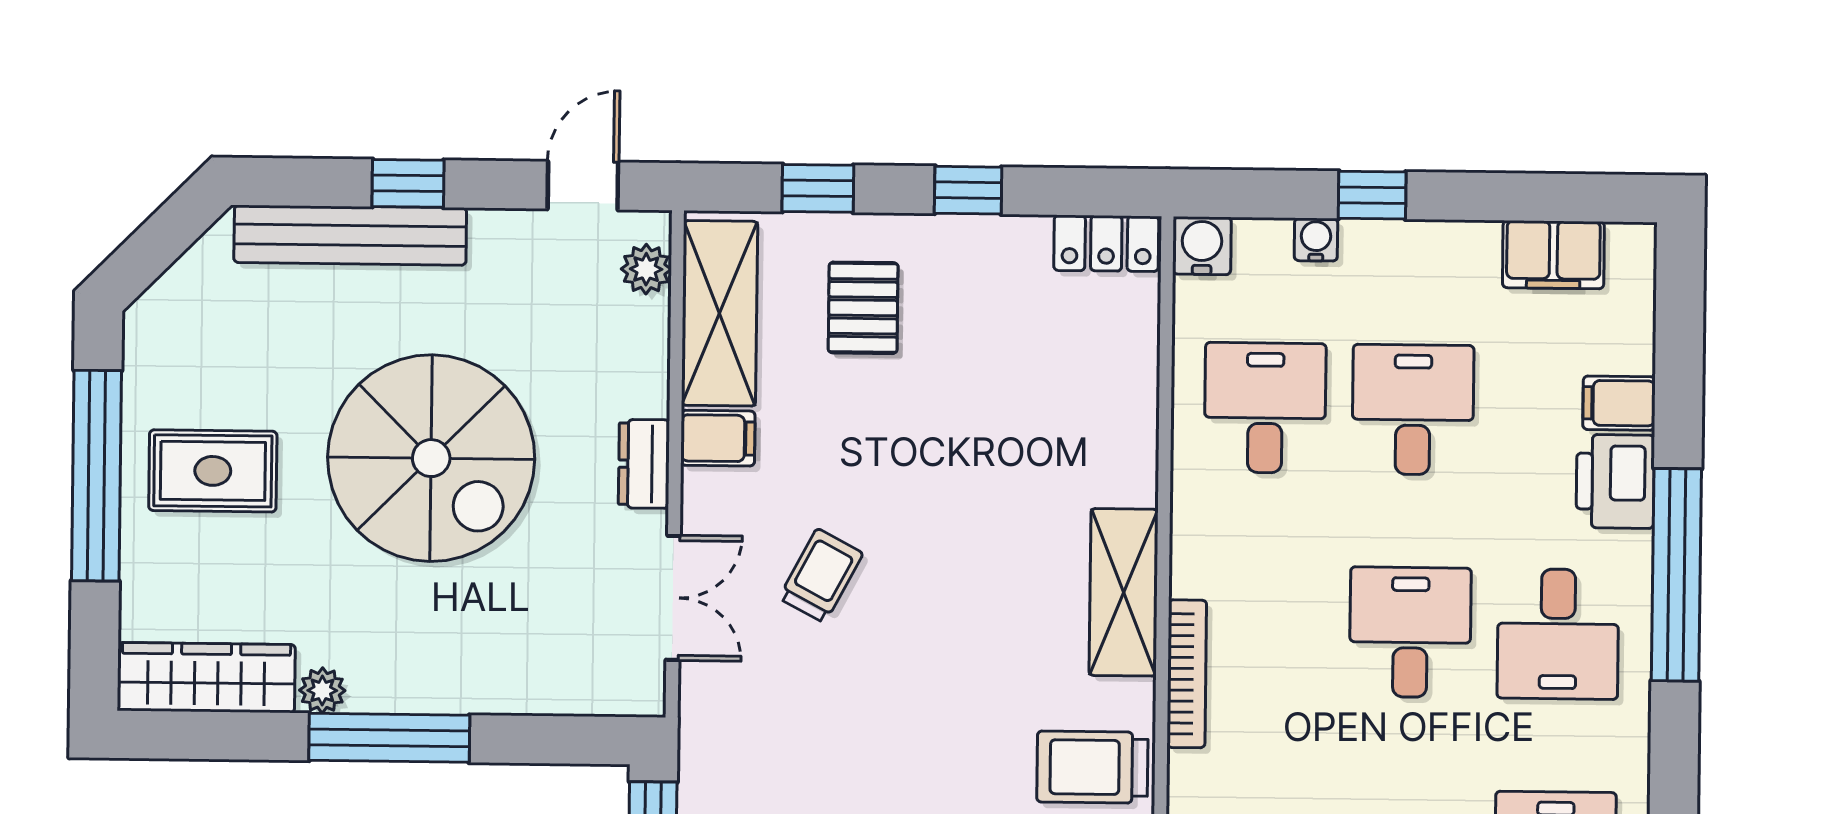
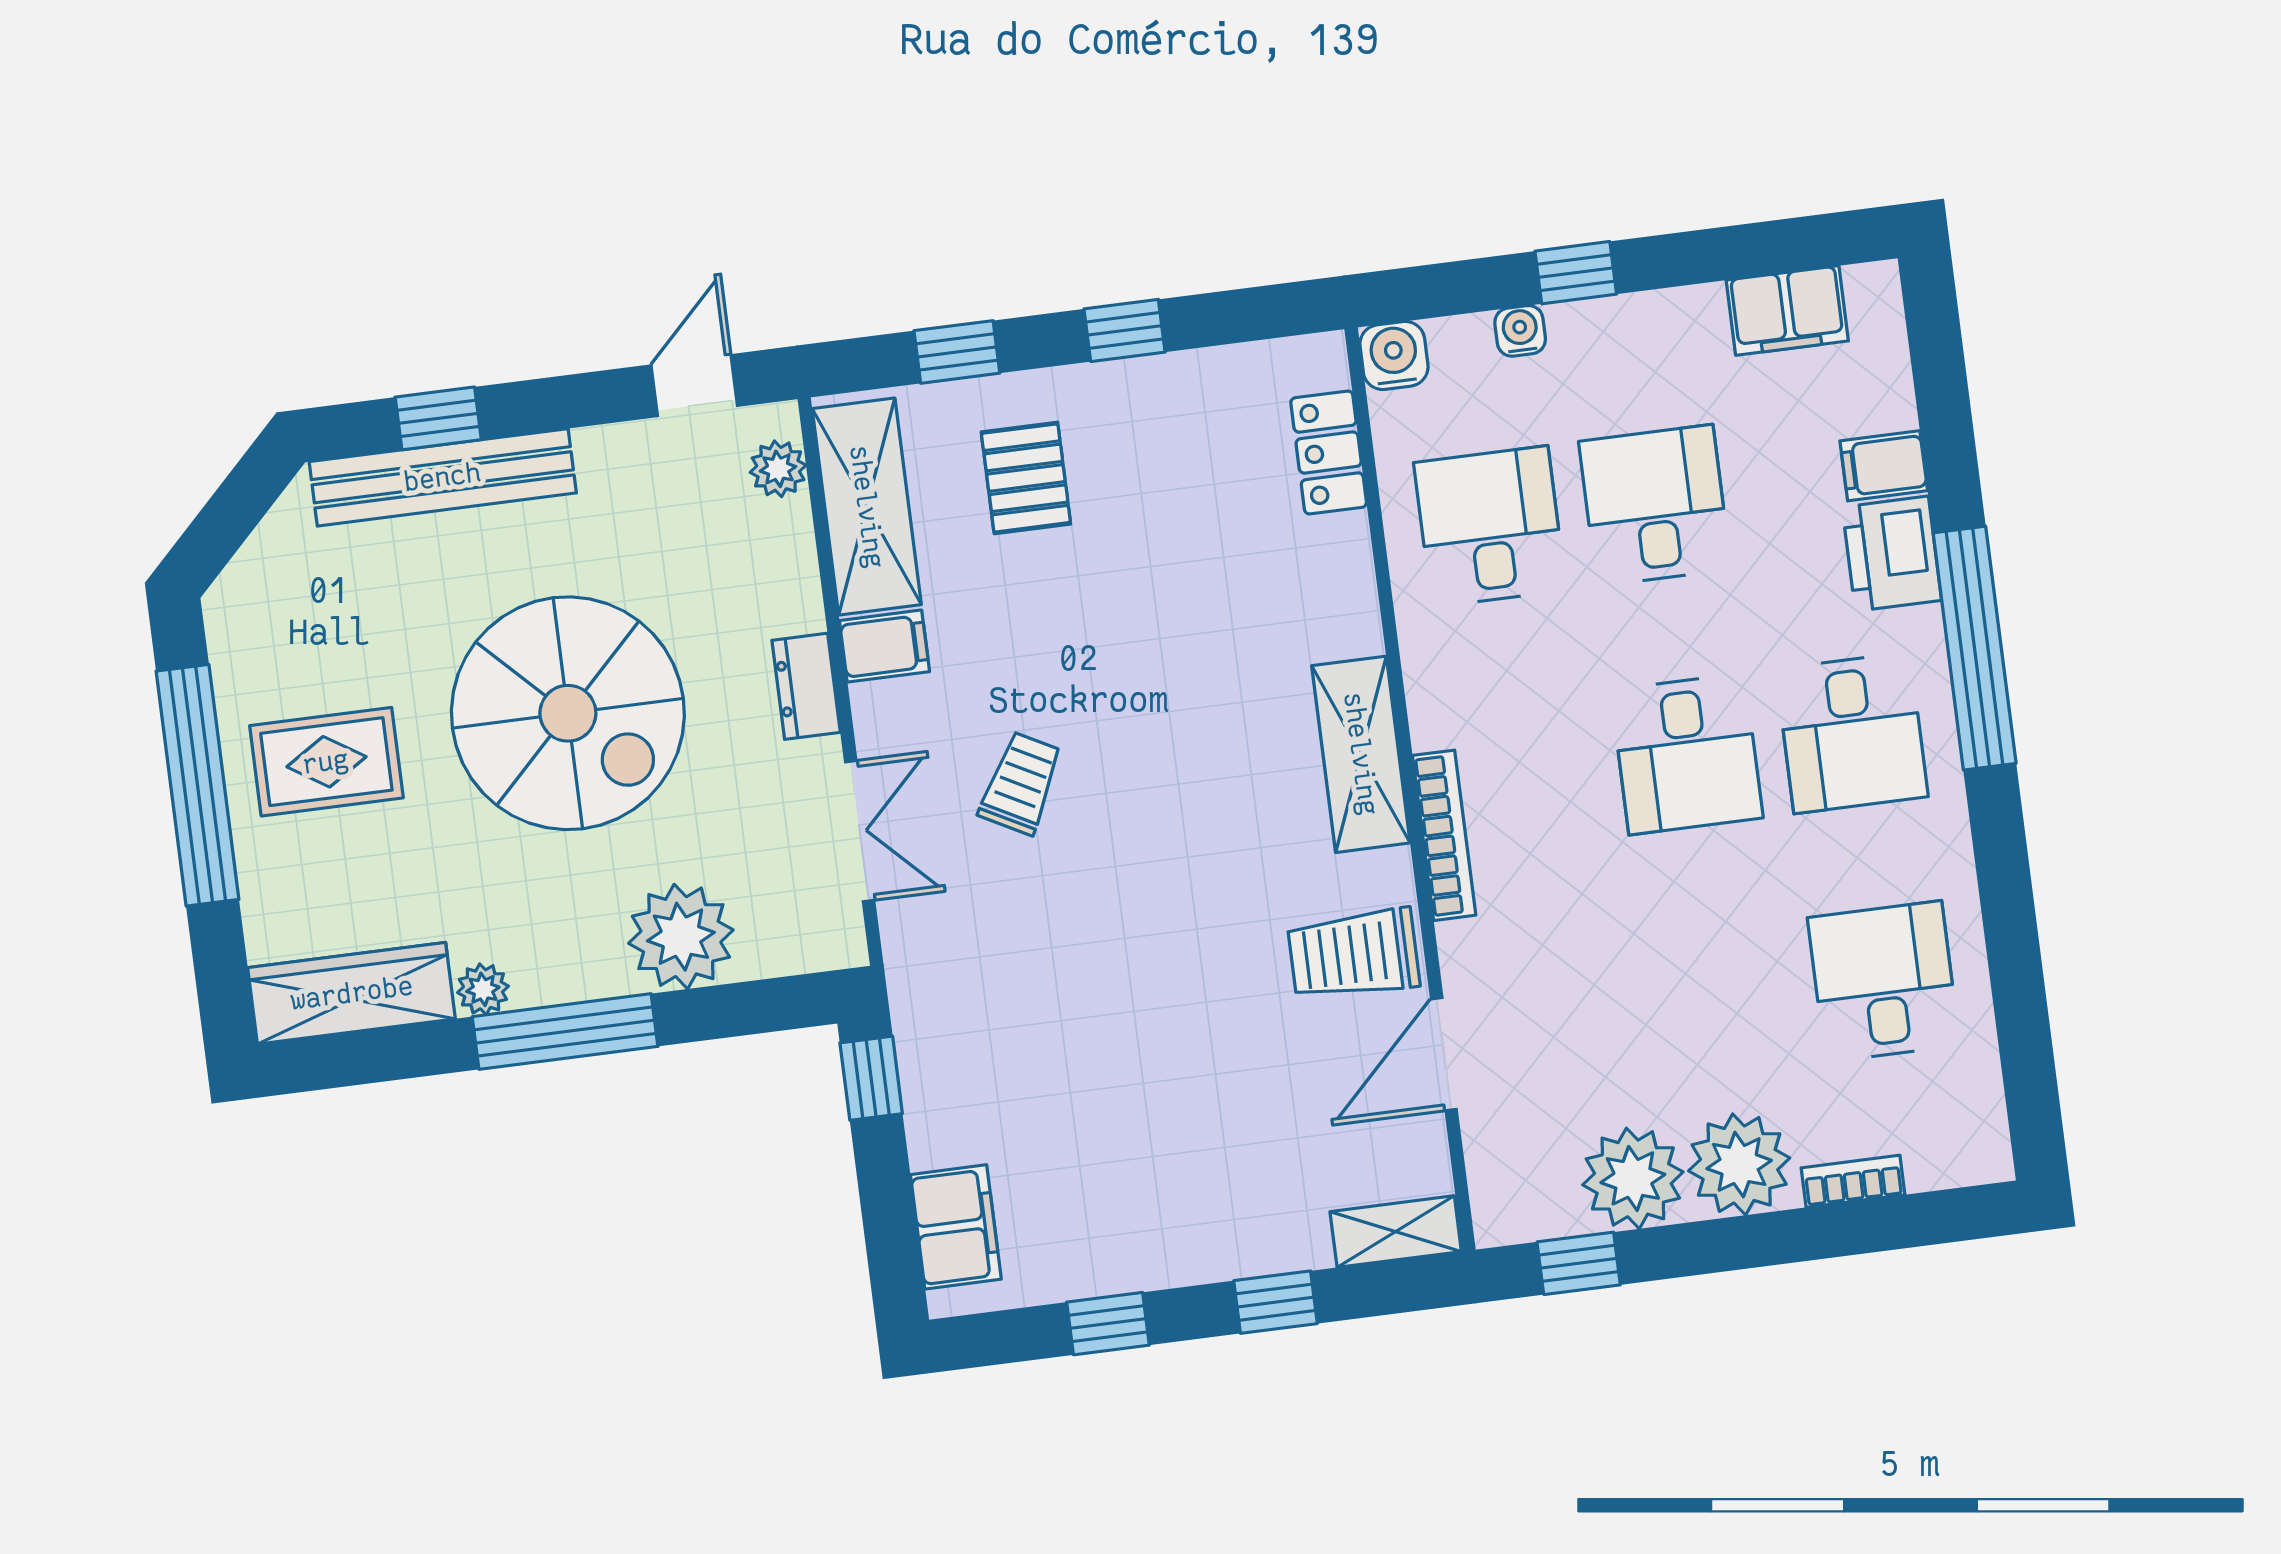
window: (408, 183) -> (438, 418), moved
locker: (1106, 243) -> (1329, 453), moved, turned 90
desk: (1410, 632) -> (1687, 754), turned 180
plant: (503, 669) -> (681, 937), added

